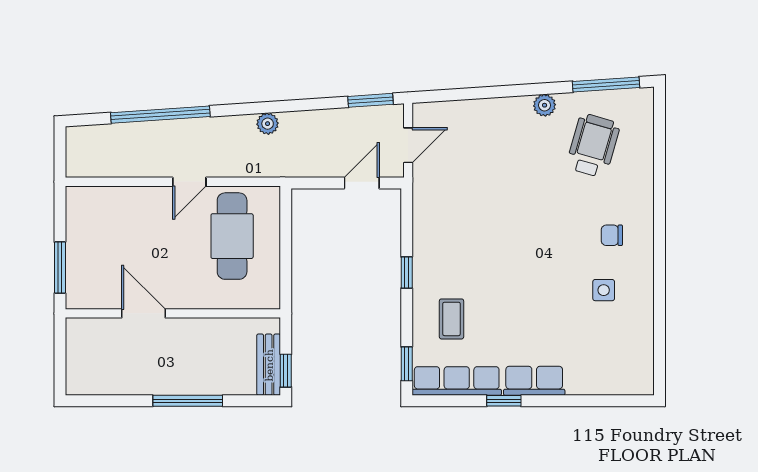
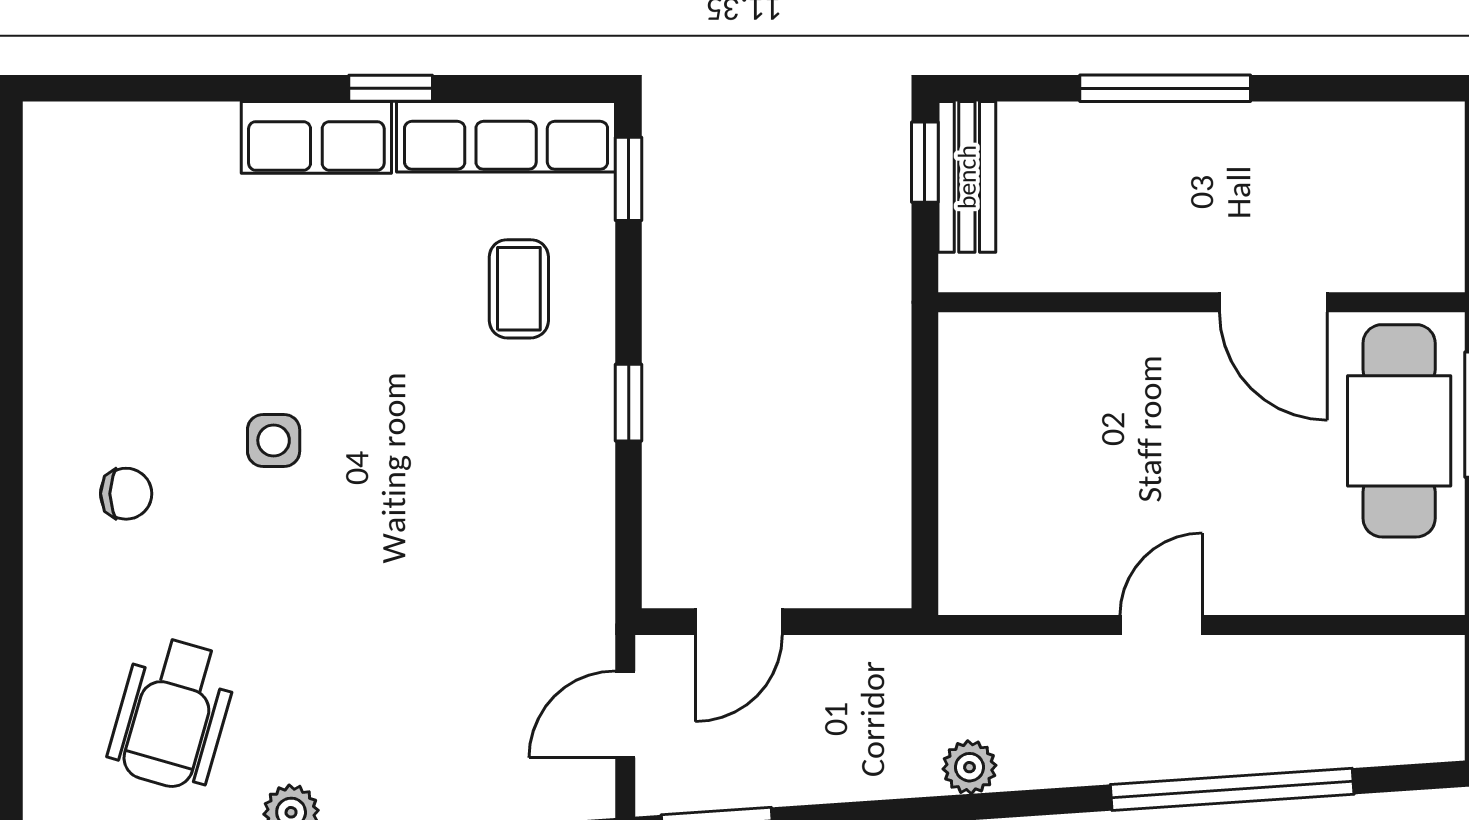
cafe table: (232, 236) -> (1399, 431), moved
side table: (604, 290) -> (274, 440), moved

